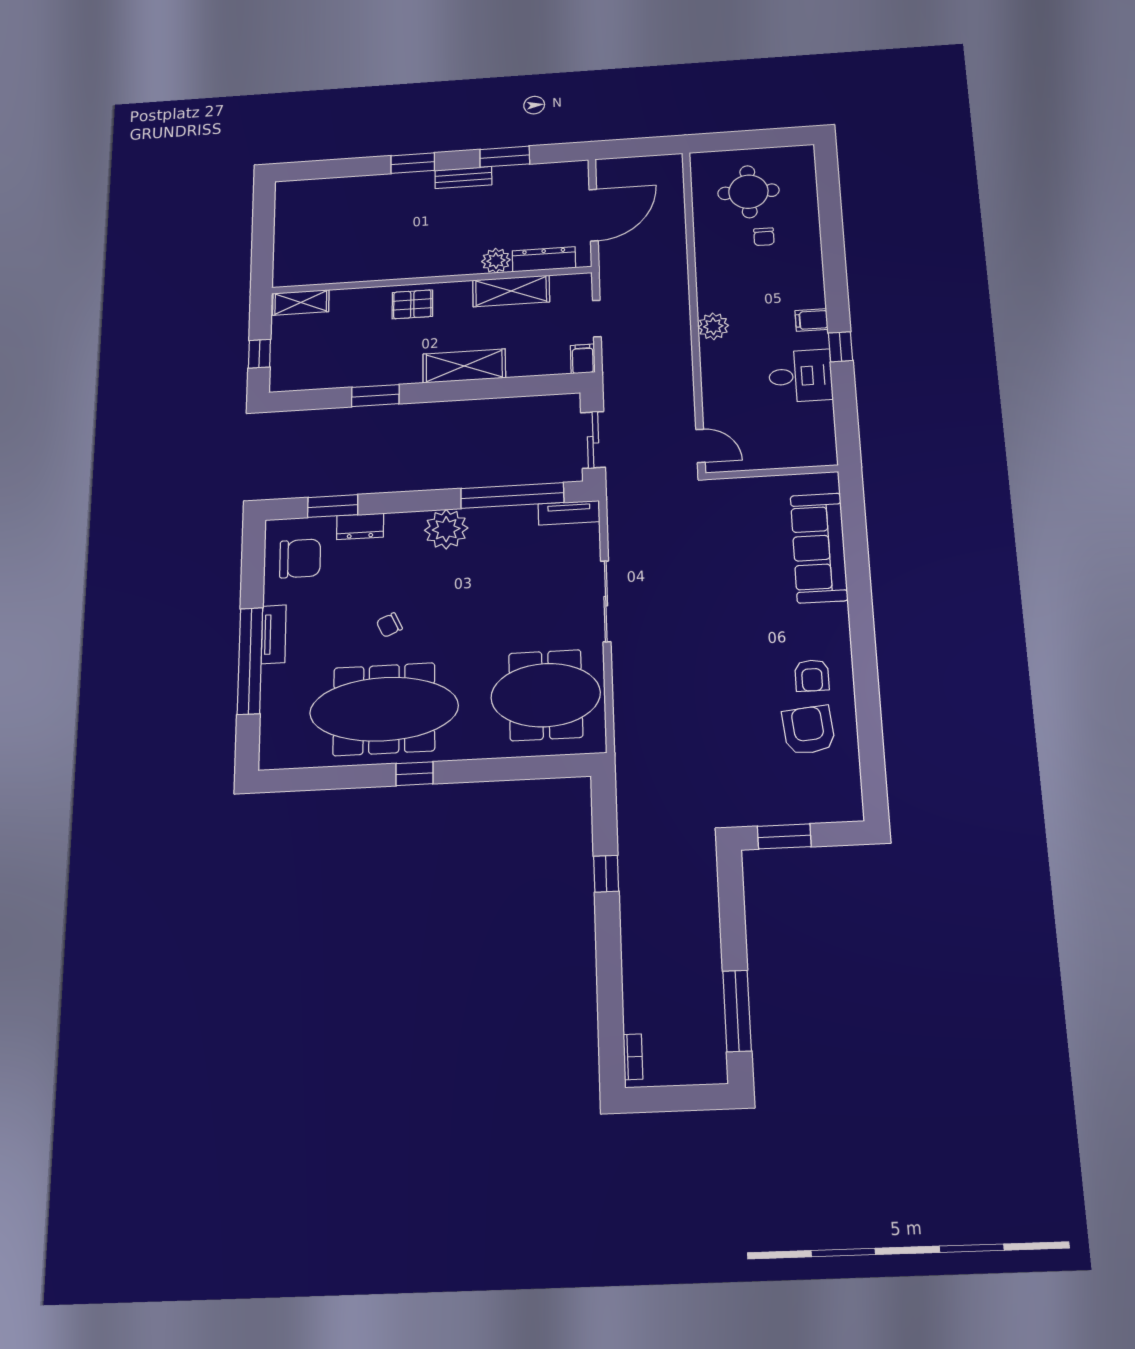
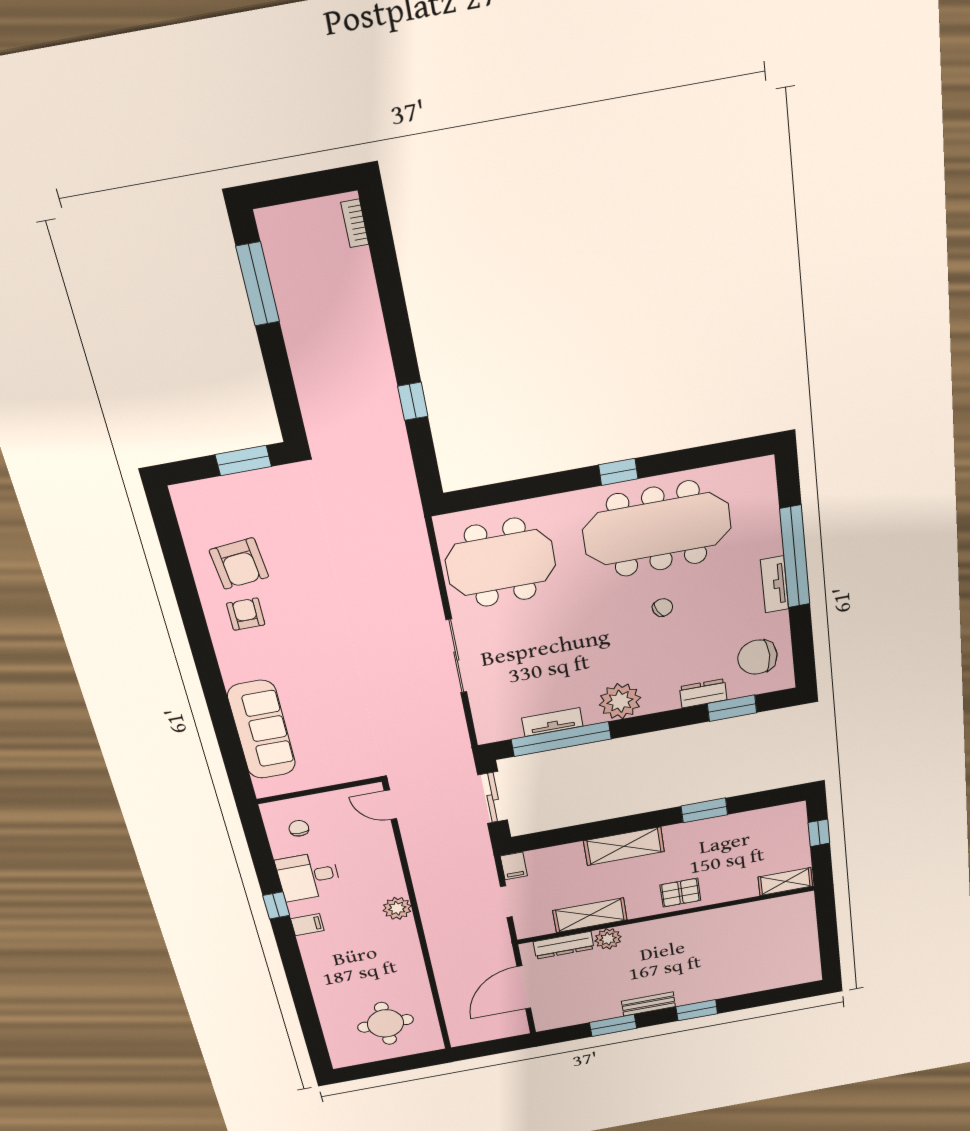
chair: (764, 237) -> (299, 828), moved
tv unit: (569, 513) -> (552, 722), moved

